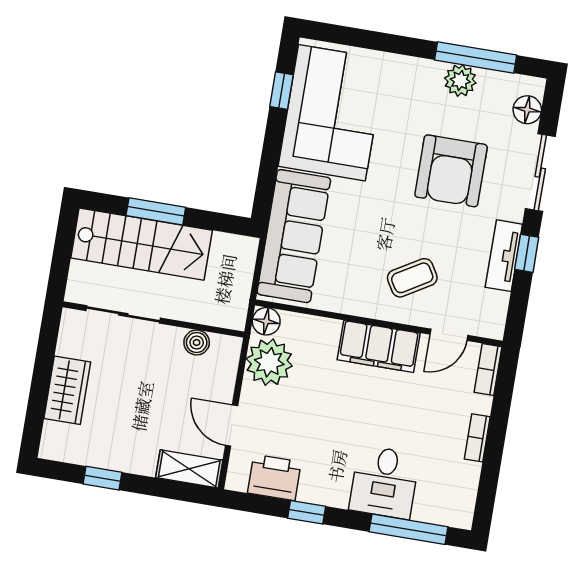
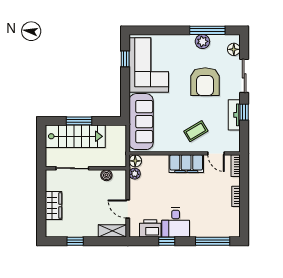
door: (449, 335) -> (216, 153), hinge flipped
plant: (269, 362) -> (135, 174), width x0.53, depth x0.53
desk: (384, 482) -> (176, 222), moved

